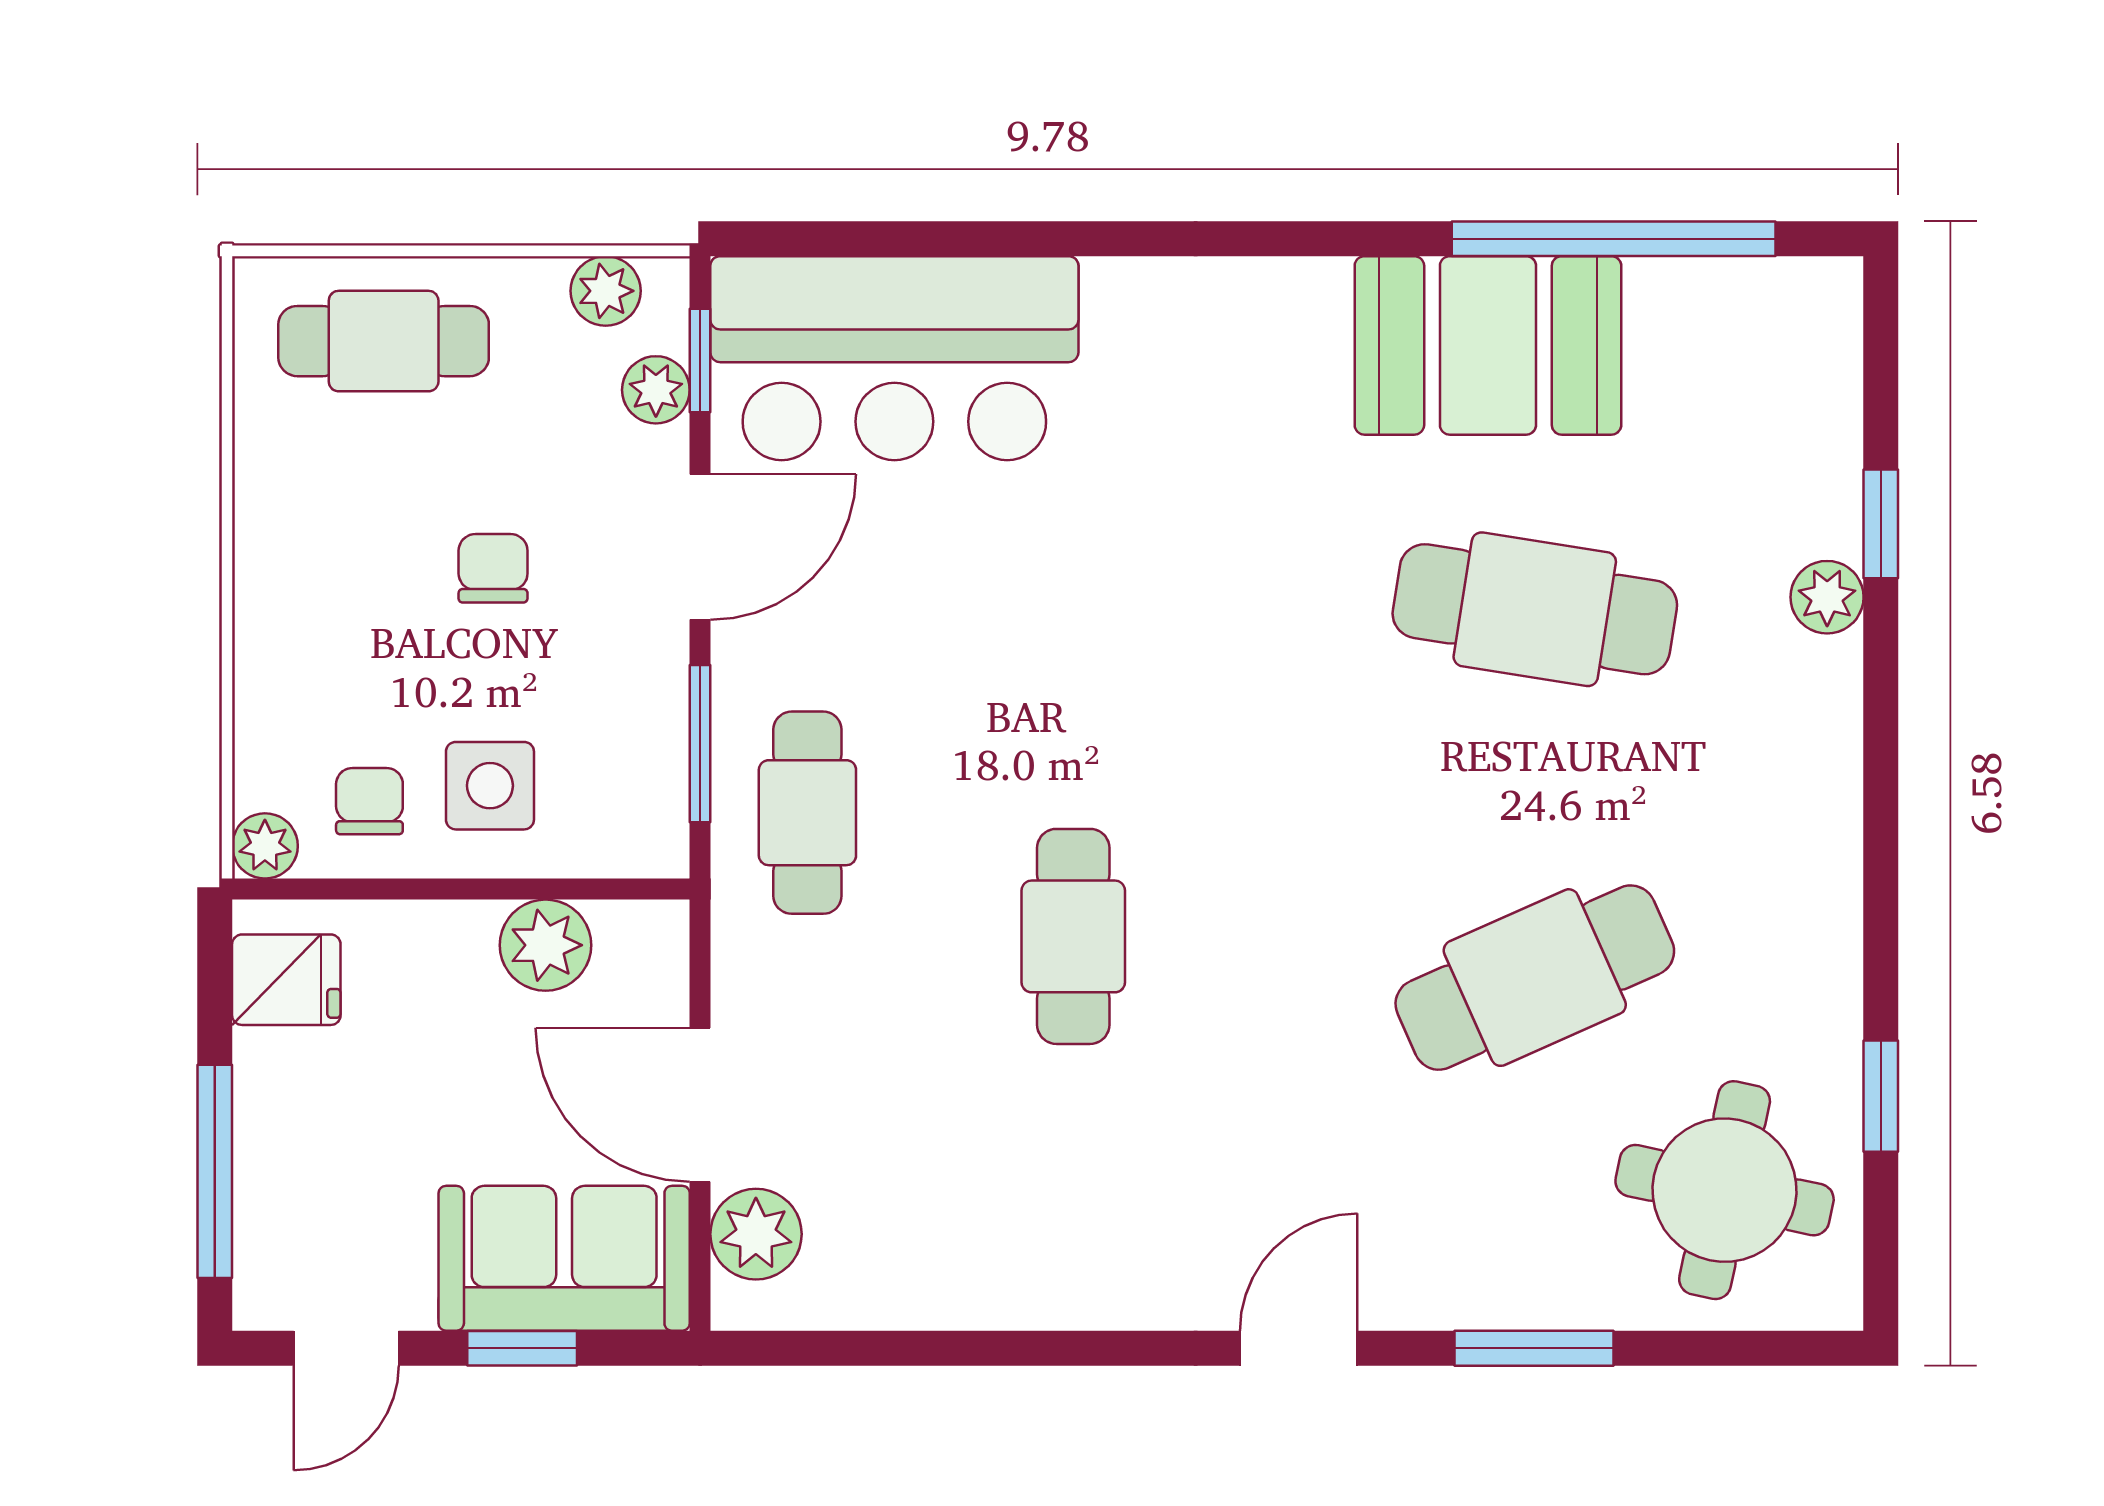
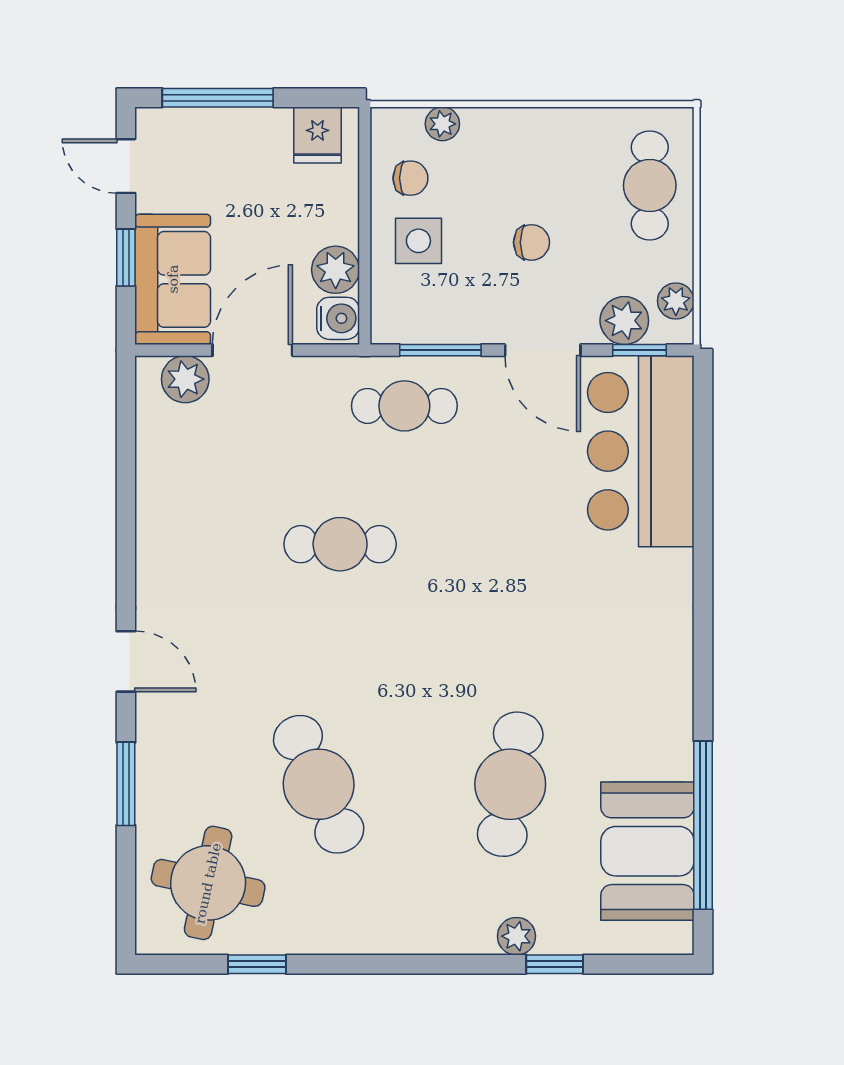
booth: (1488, 345) -> (647, 851), moved
plant: (656, 390) -> (624, 321), width x1.38, depth x1.38
plant: (265, 846) -> (442, 124), moved
water cooler: (639, 940) -> (338, 318), added

